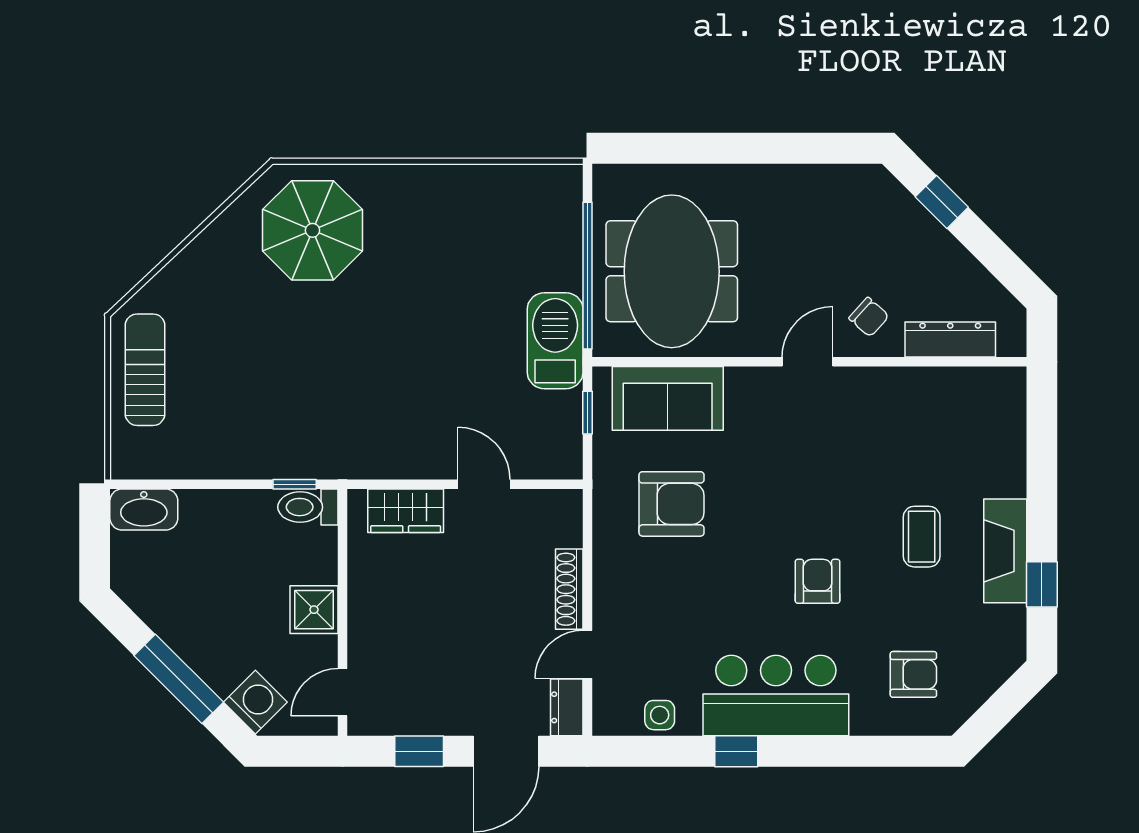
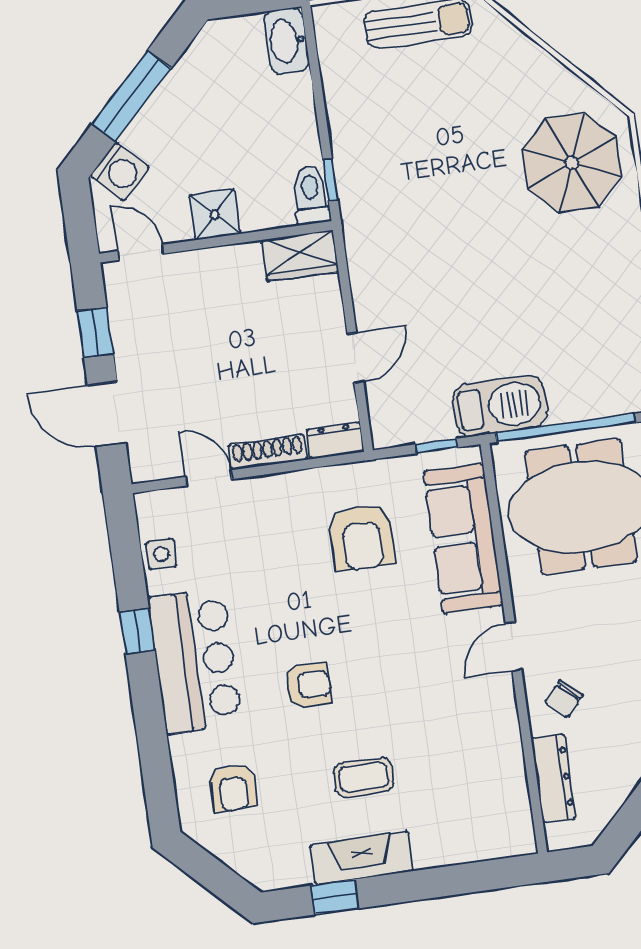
door: (807, 362) -> (514, 647), swing flipped
sofa: (668, 398) -> (463, 539), width x1.36
wardrobe: (406, 511) -> (300, 255), moved, turned -90
dresser: (567, 707) -> (335, 440), moved

